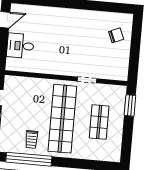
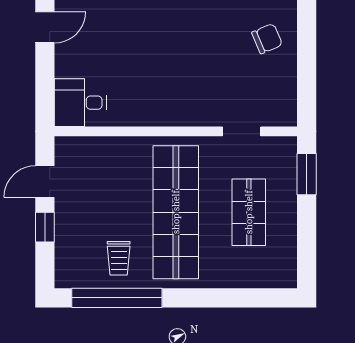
desk: (20, 46) -> (80, 103), moved
doorway: (87, 80) -> (242, 131), moved

